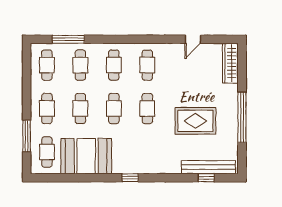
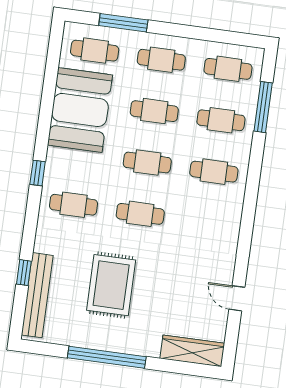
cafe table: (147, 65) -> (74, 205), moved
window: (206, 178) -> (24, 273), moved

